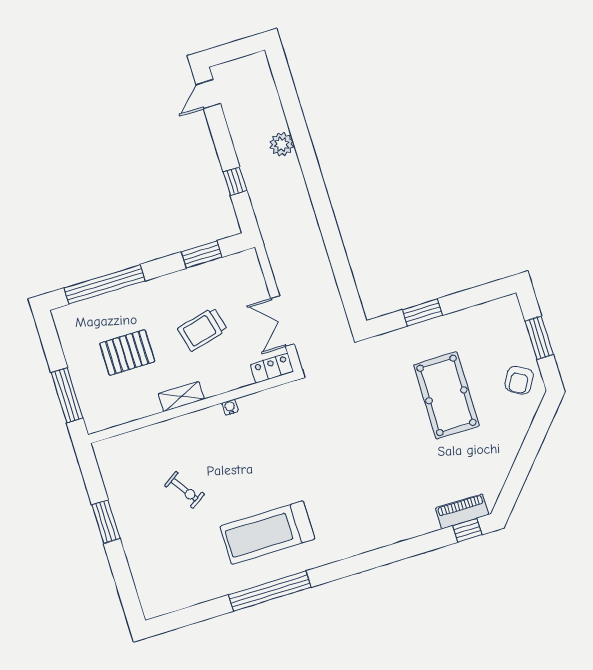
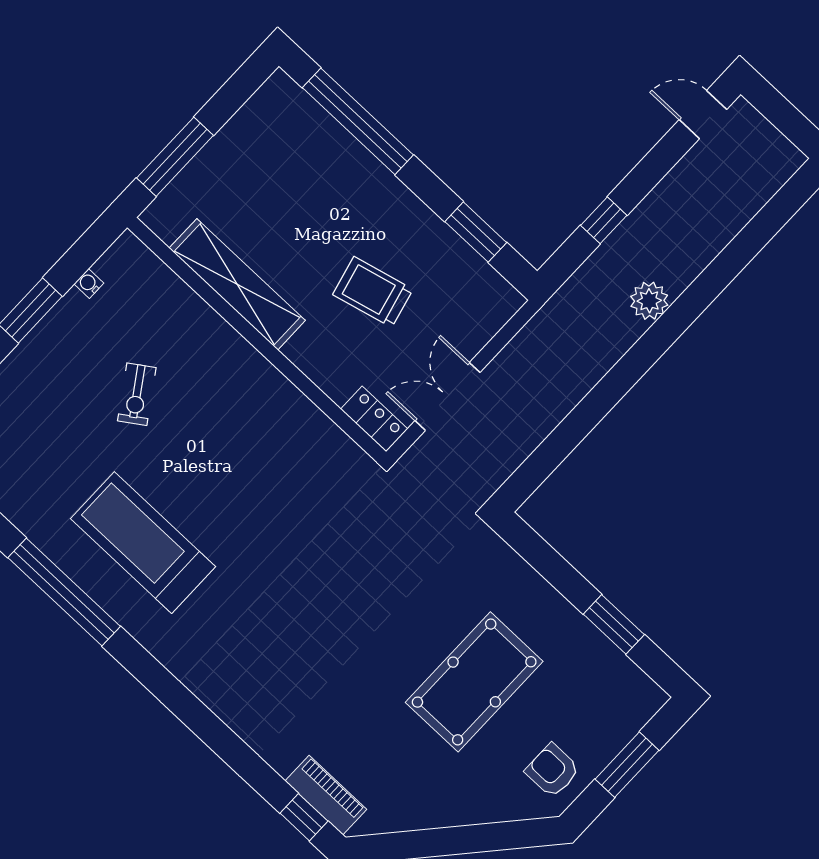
plant: (282, 144) -> (649, 301), moved
window: (422, 312) -> (614, 624), moved
pallet: (127, 352) -> (281, 206), removed
armchair: (519, 380) -> (552, 770), turned 60
shelving: (181, 396) -> (237, 284), width x2.20, depth x1.33
water cooler: (230, 407) -> (89, 284), moved, turned -90

